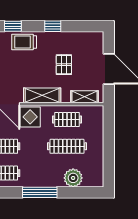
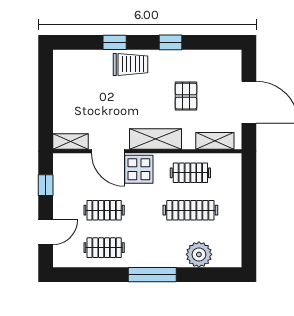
trolley: (24, 42) -> (131, 64), turned 180

